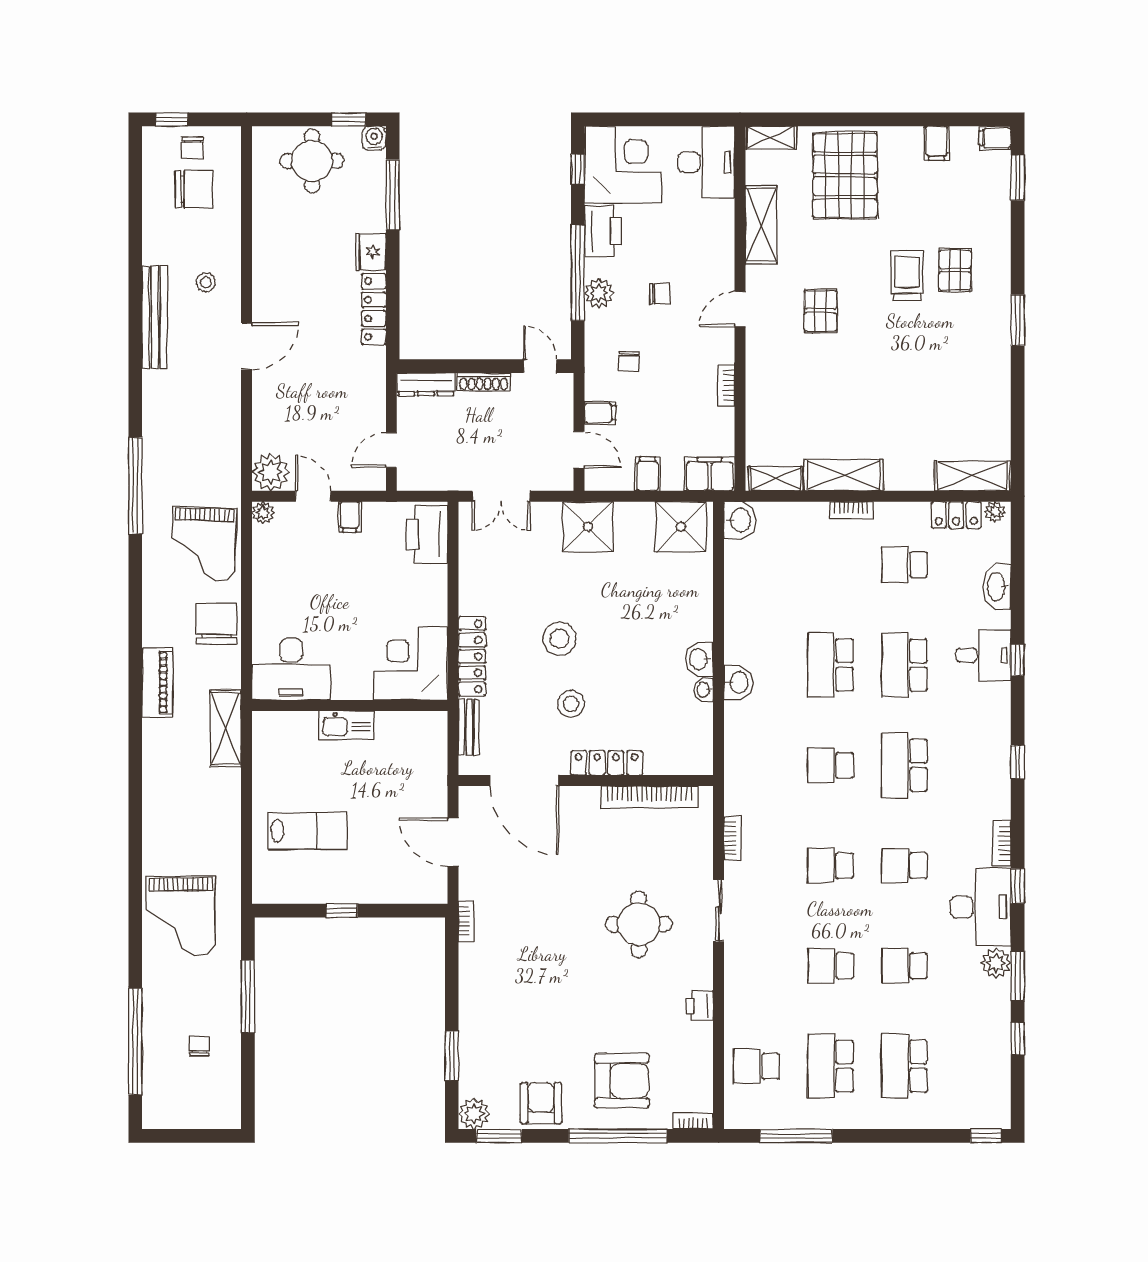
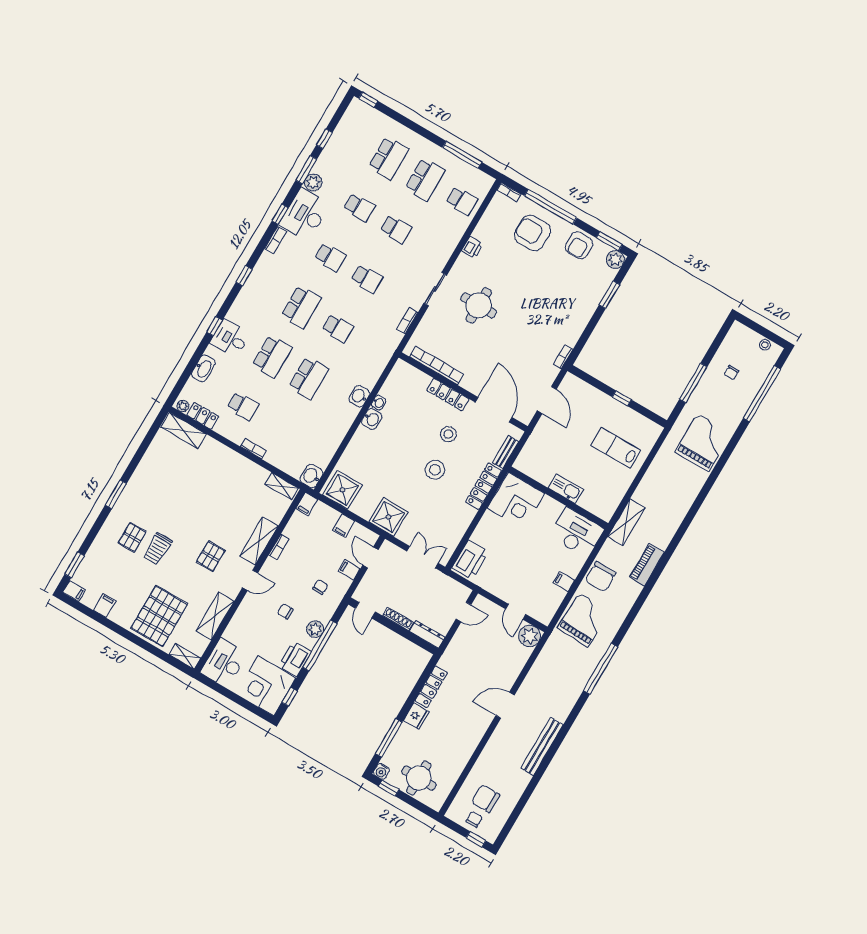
stool: (206, 282) -> (765, 345), moved
filing cabinet: (710, 474) -> (307, 504), width x0.50
shelving: (844, 475) -> (259, 541), moved, turned 90
plant: (263, 513) -> (545, 618), removed
filing cabinet: (350, 517) -> (564, 582), moved, turned -90

